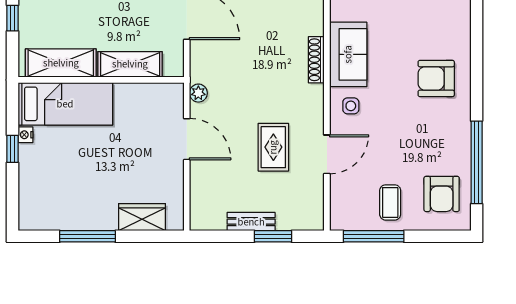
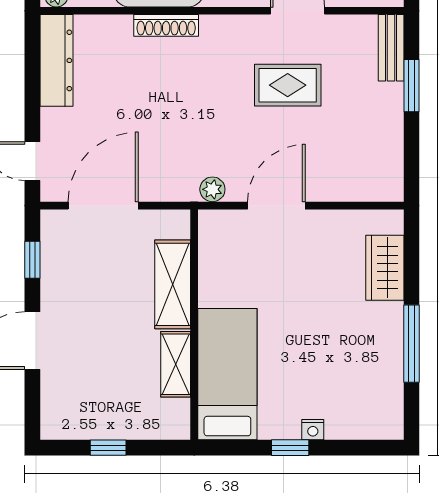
shelving: (61, 63) -> (176, 364), width x0.67, depth x0.75
nightstand: (25, 135) -> (313, 430), moved
bench: (251, 222) -> (391, 48), moved

